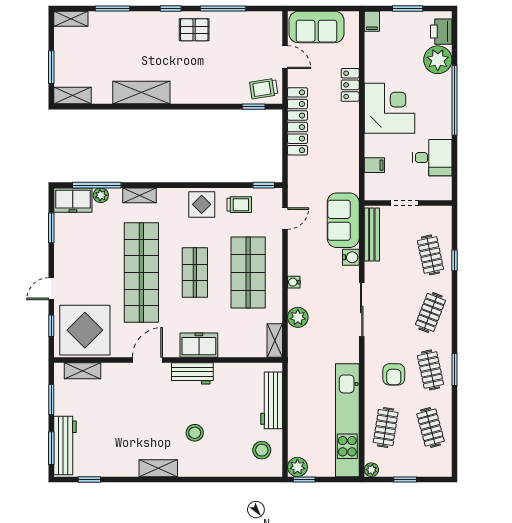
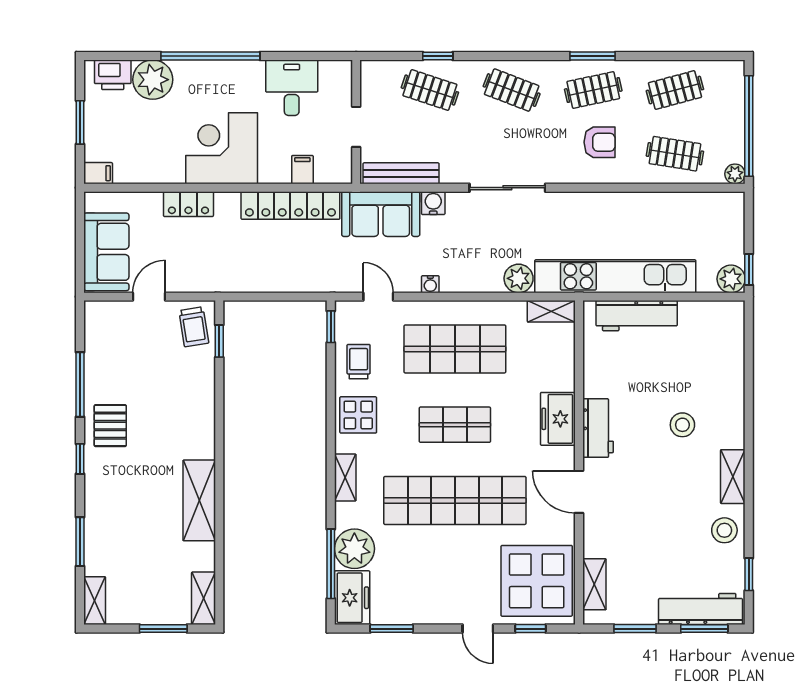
locker: (297, 121) -> (290, 205), moved, turned 180
plant: (101, 195) -> (354, 549), width x1.87, depth x1.87
shelving: (139, 195) -> (345, 477), moved
clothes rail: (430, 255) -> (430, 90), turned 30
water cooler: (294, 282) -> (430, 284), moved
kitchen unit: (347, 420) -> (615, 276), moved, turned 180
stool: (262, 450) -> (724, 530), moved
window: (405, 479) -> (749, 126), width x3.17

